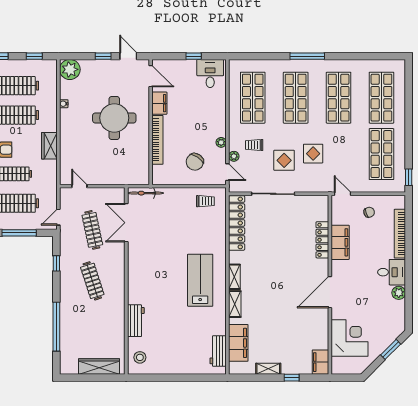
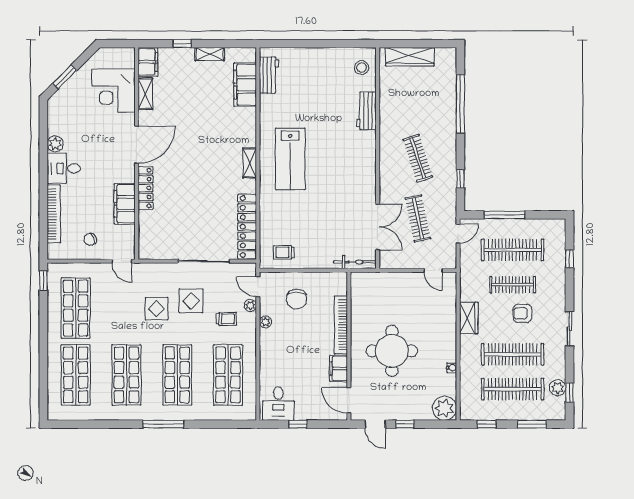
chair: (195, 162) -> (297, 299), turned 145
locker: (322, 240) -> (146, 188), moved
shelving: (235, 304) -> (145, 94), moved

